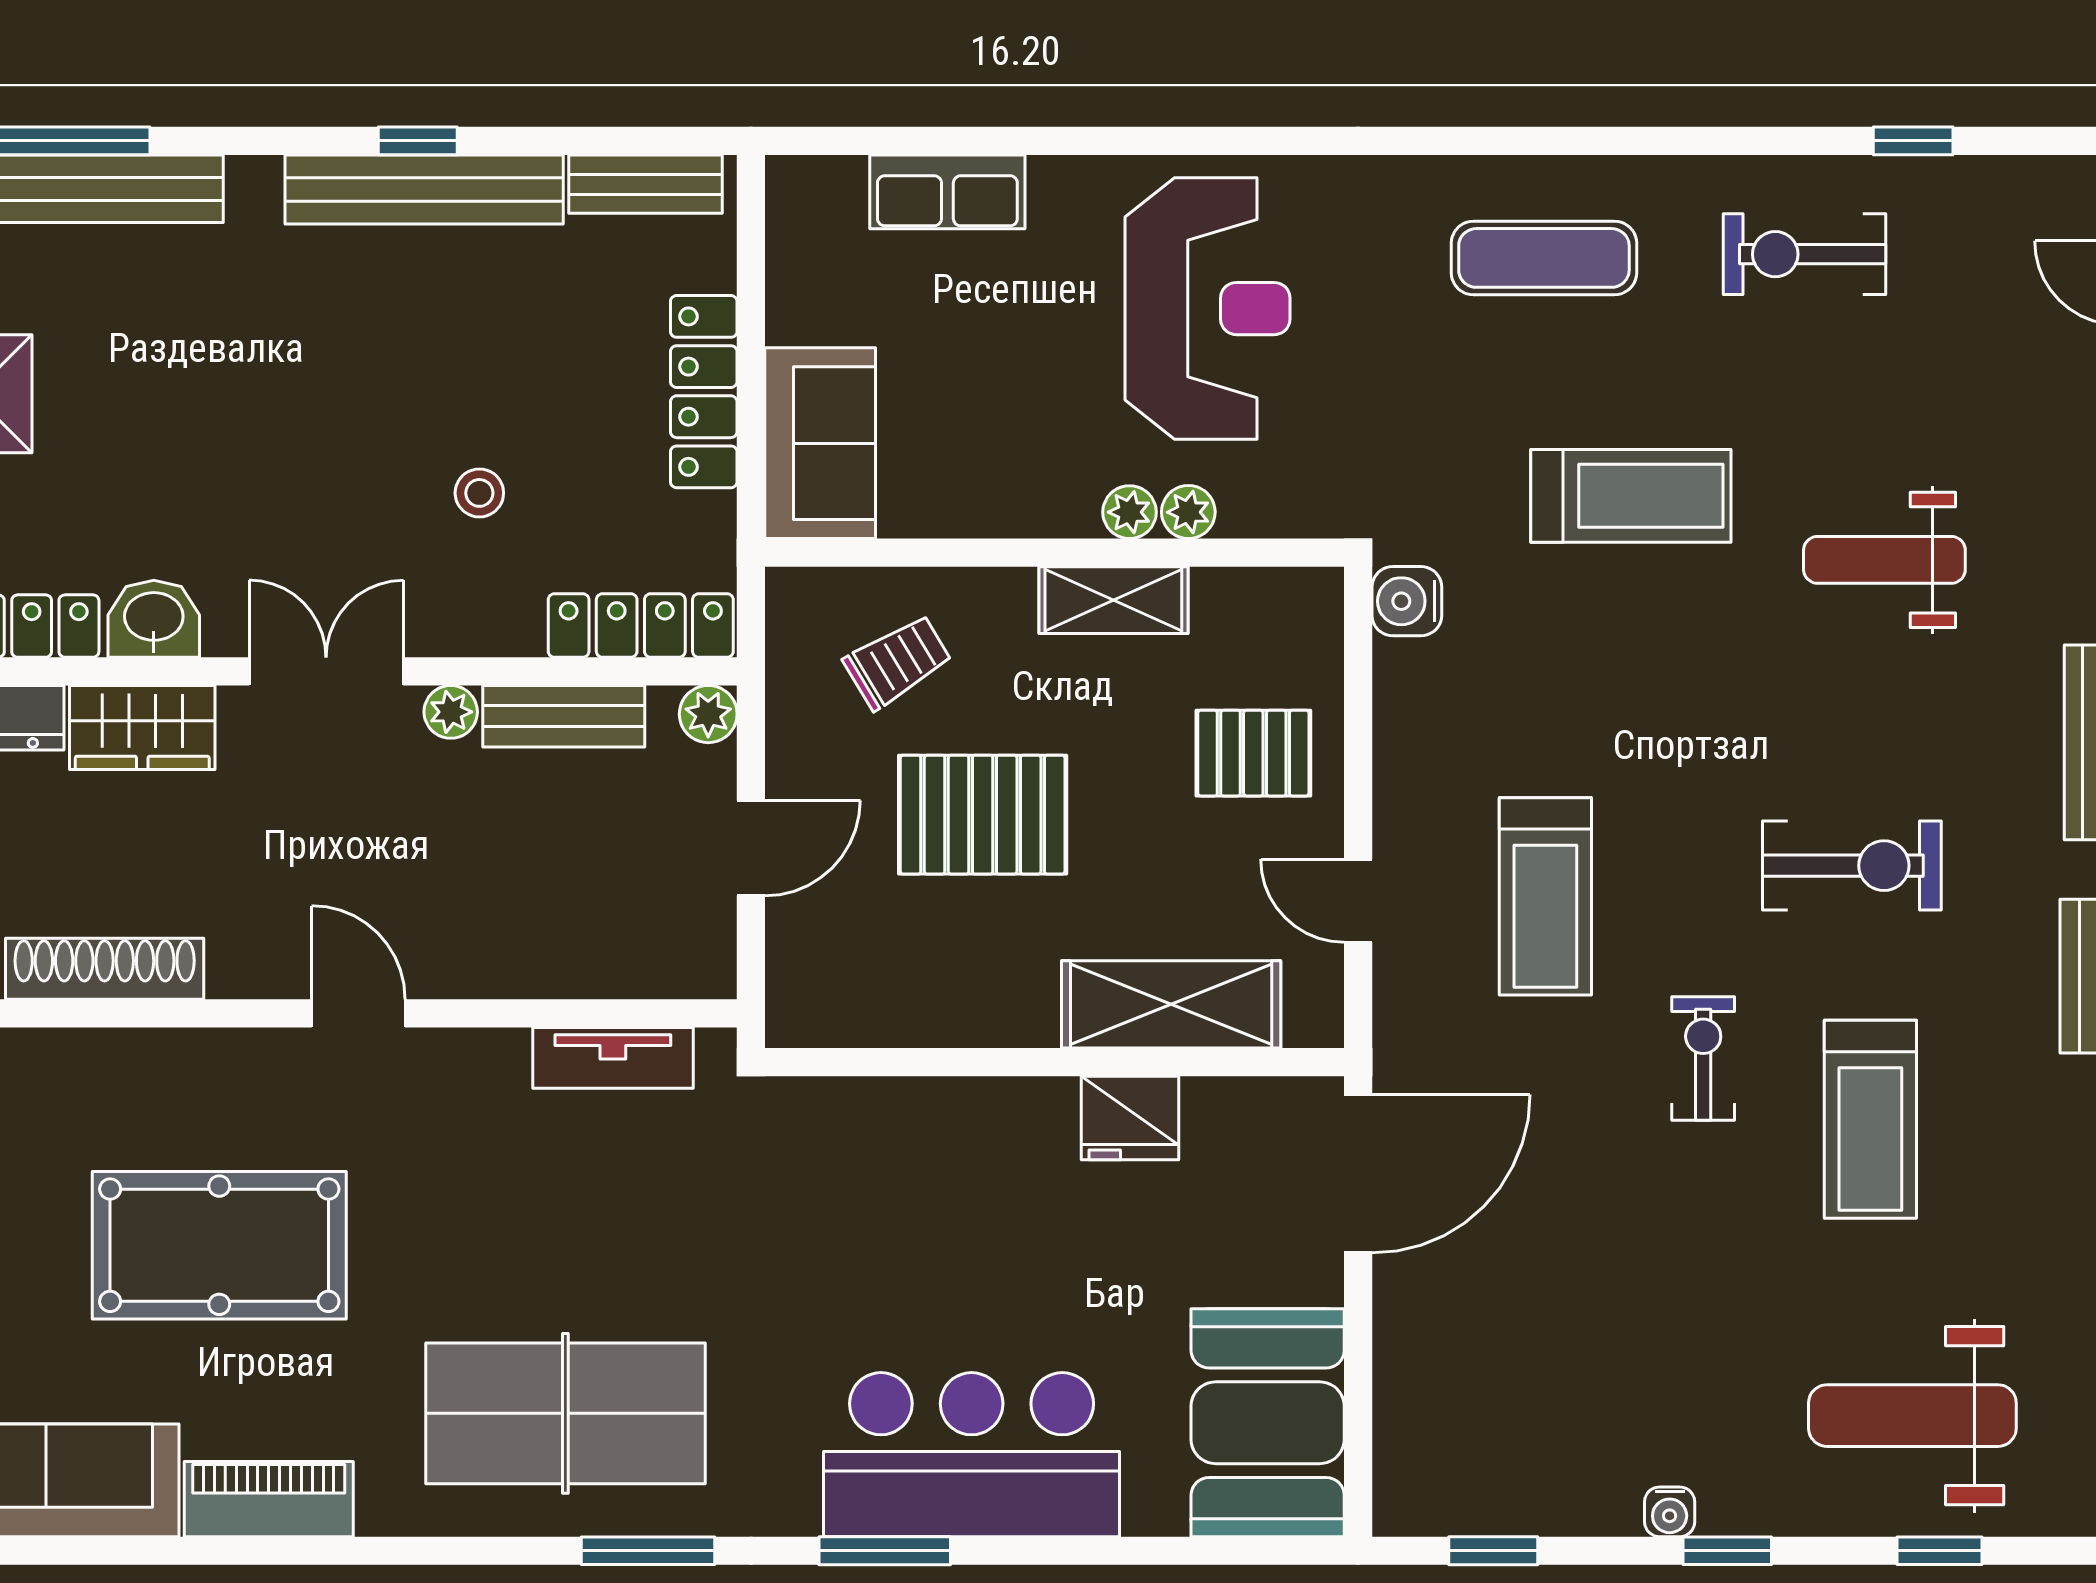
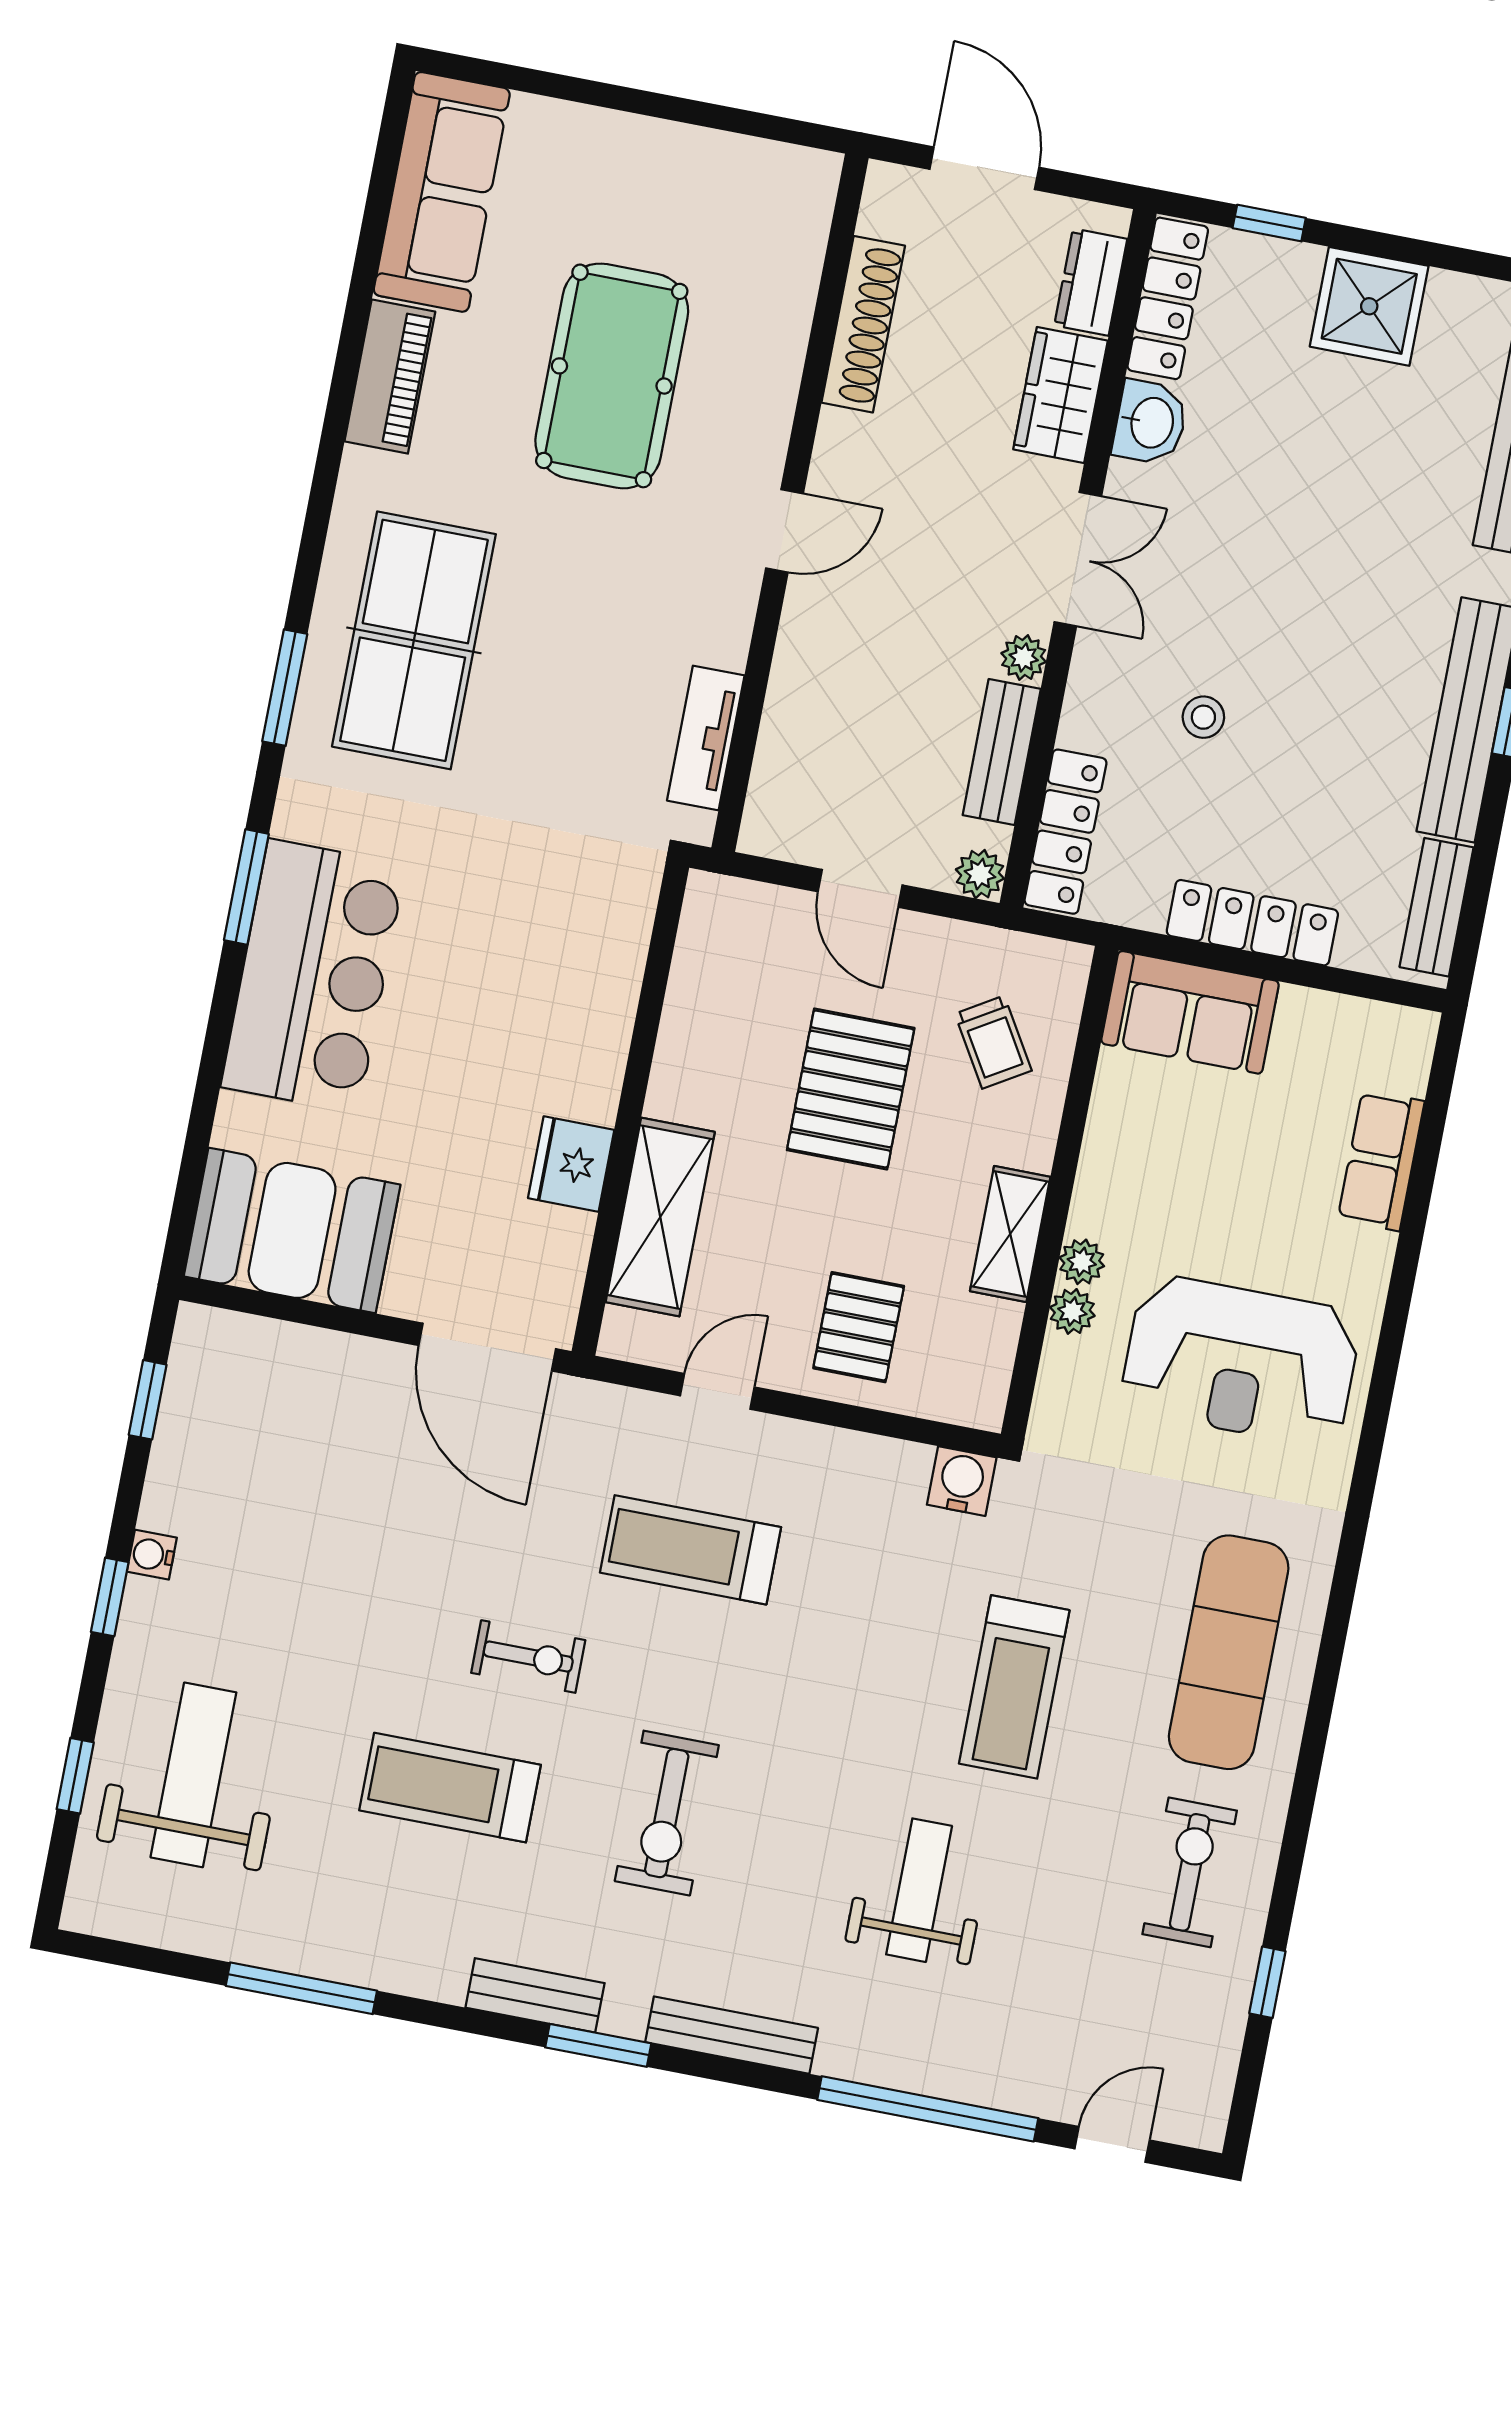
exercise mat: (1544, 258) -> (1229, 1652), width x1.36, depth x1.45

